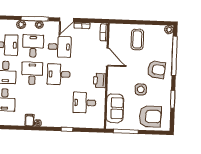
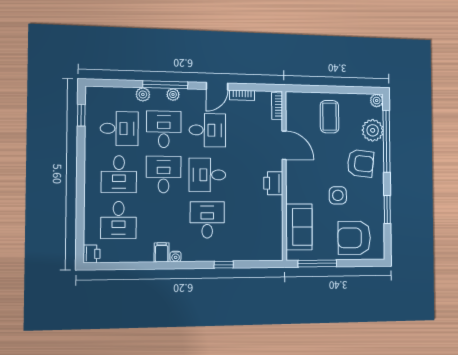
plant: (165, 49) -> (373, 130), added
desk: (84, 103) -> (207, 220), moved, turned 90
armchair: (150, 116) -> (354, 238), turned 180

